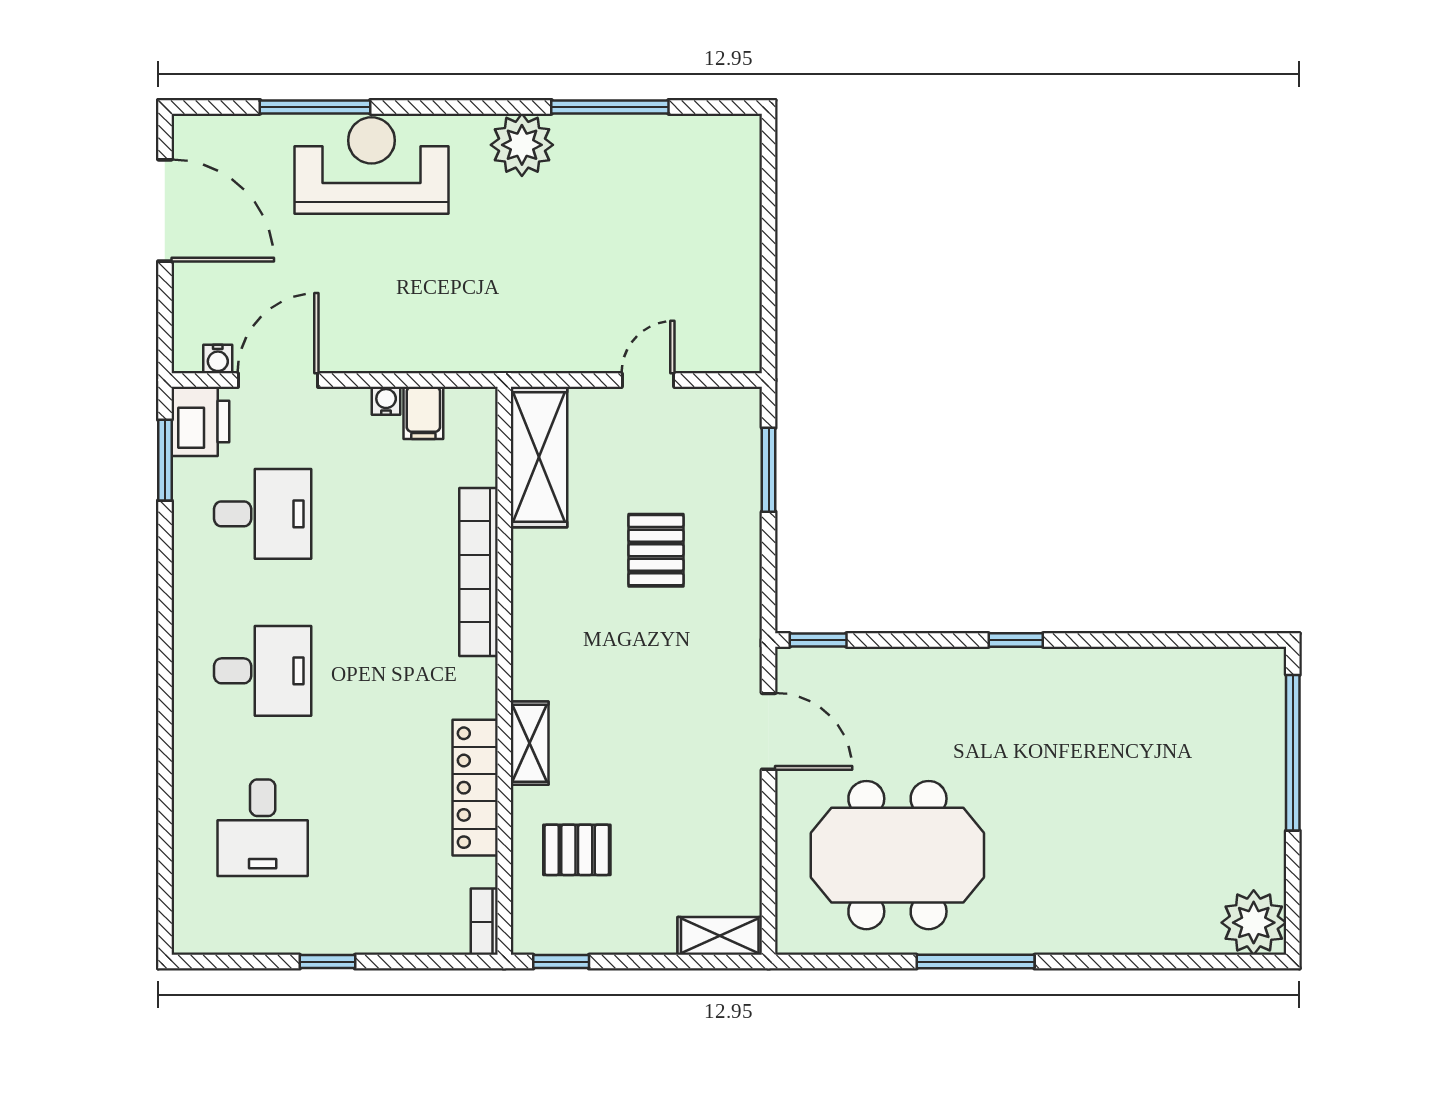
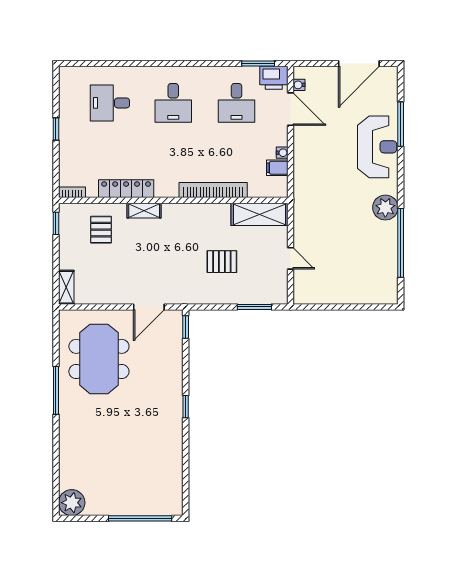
window: (610, 107) -> (401, 243), width x1.46

